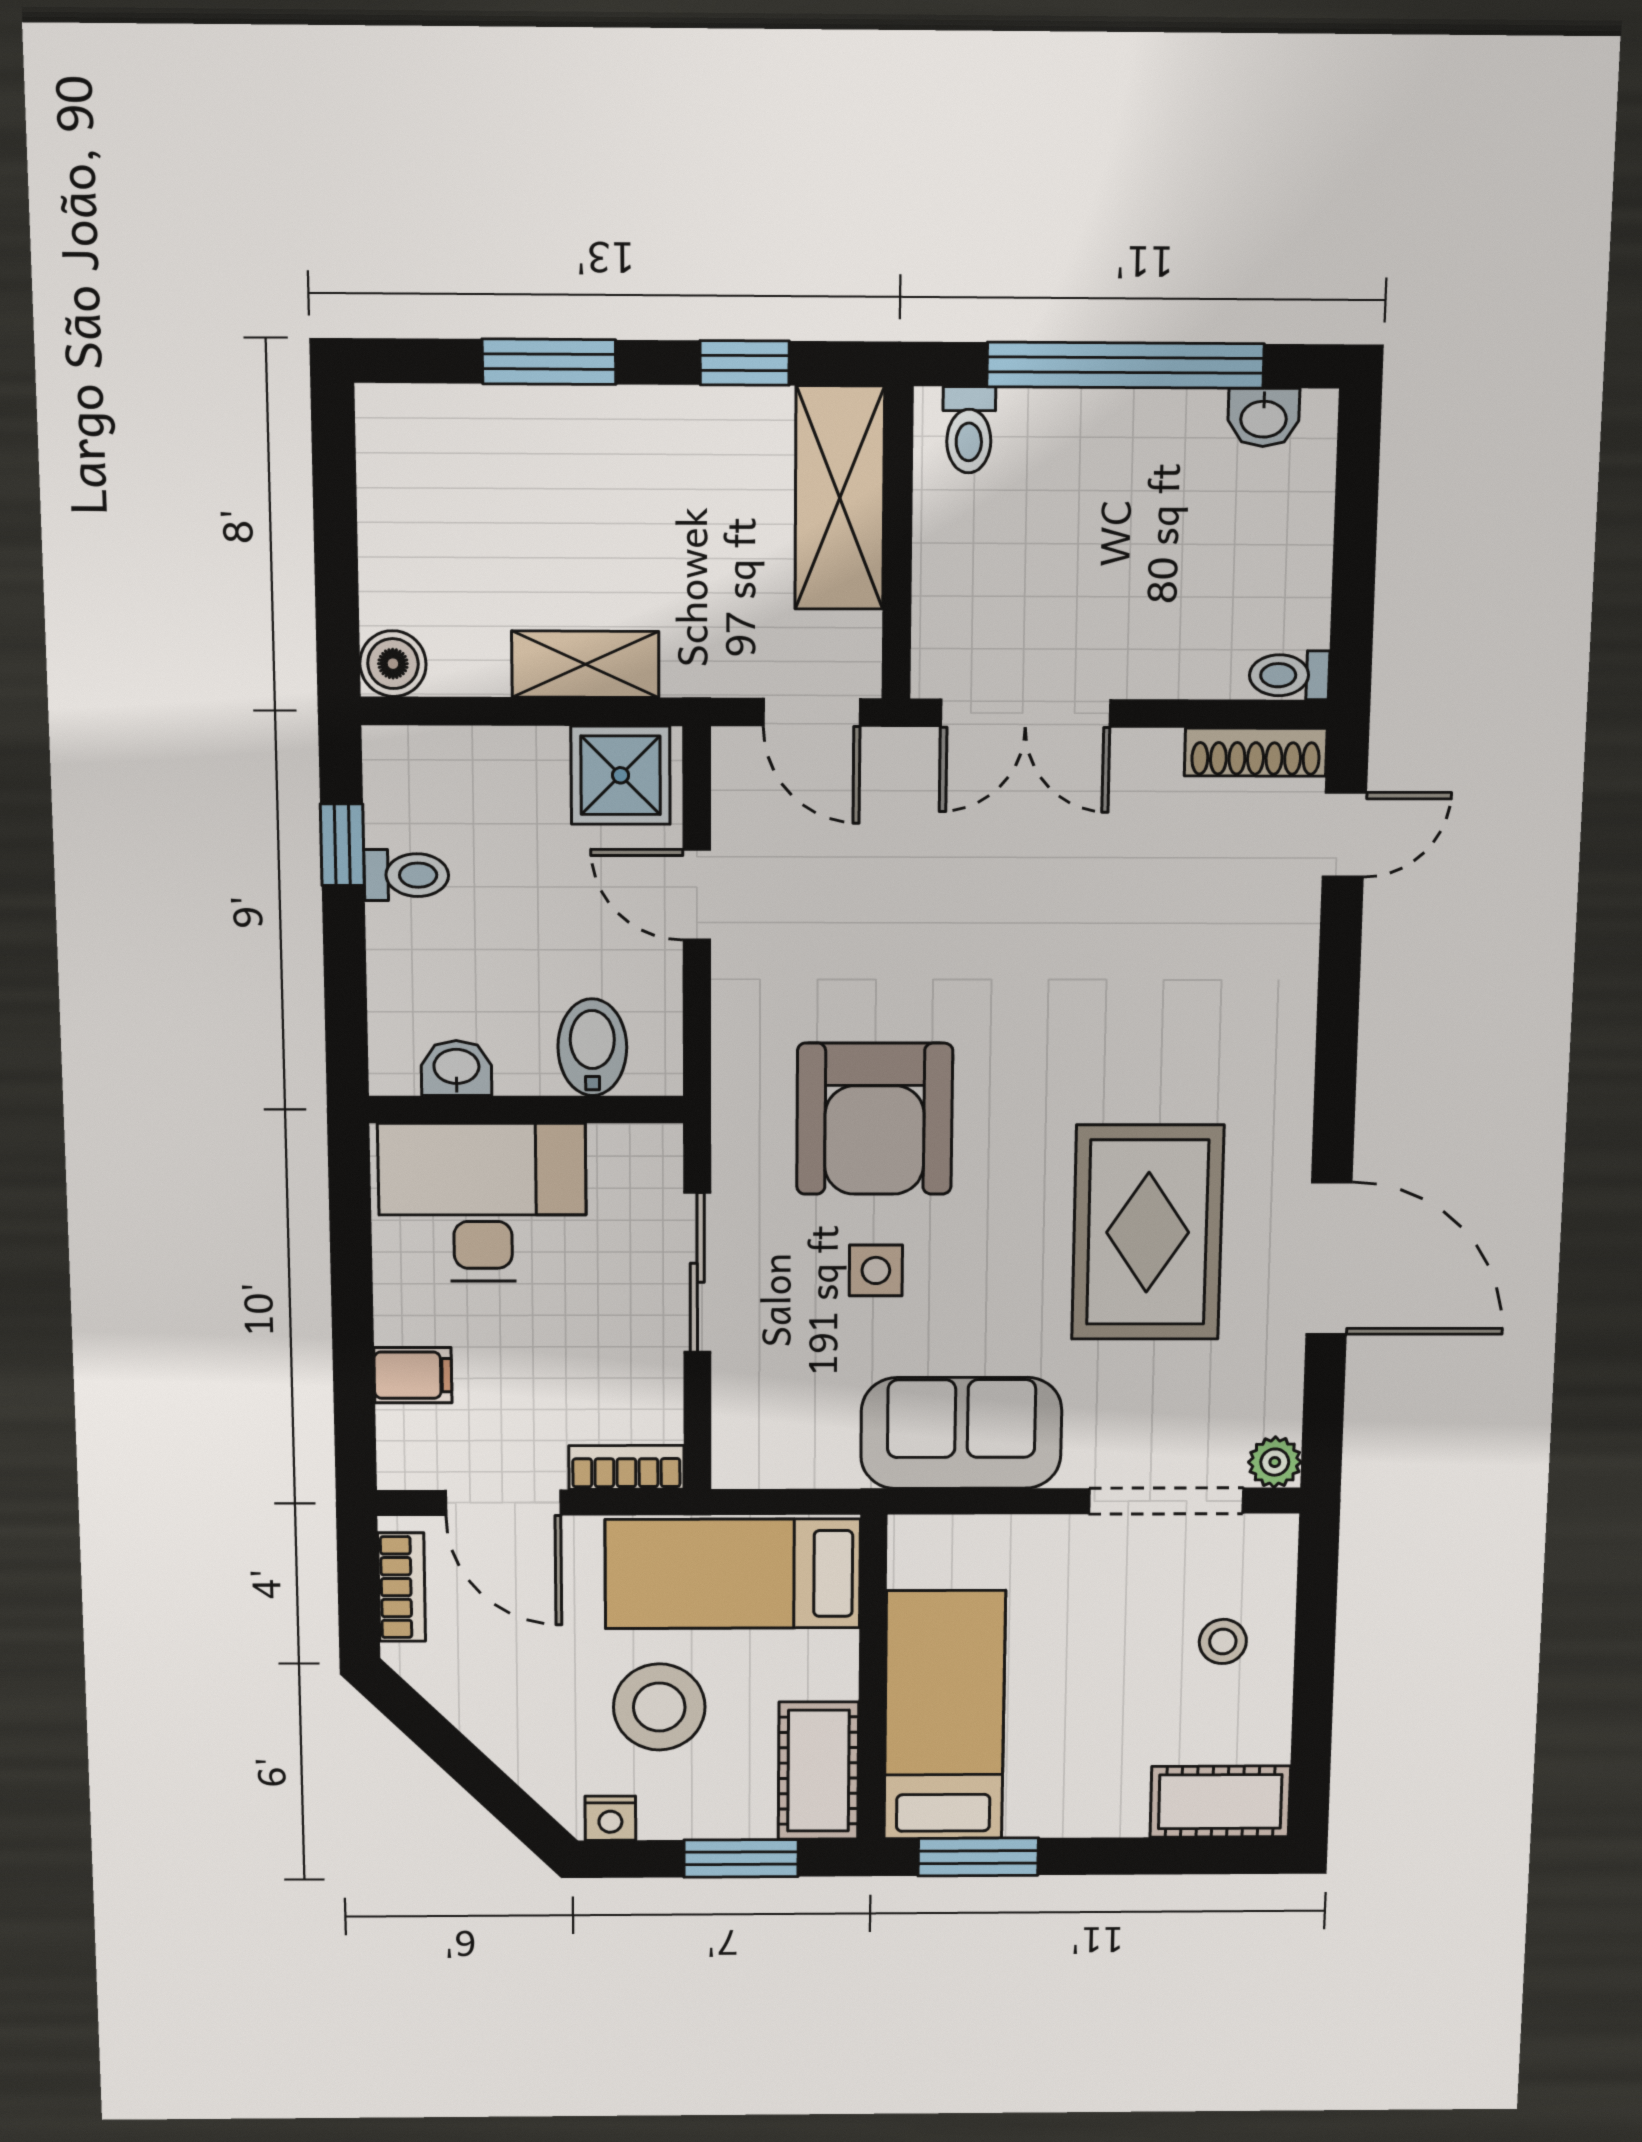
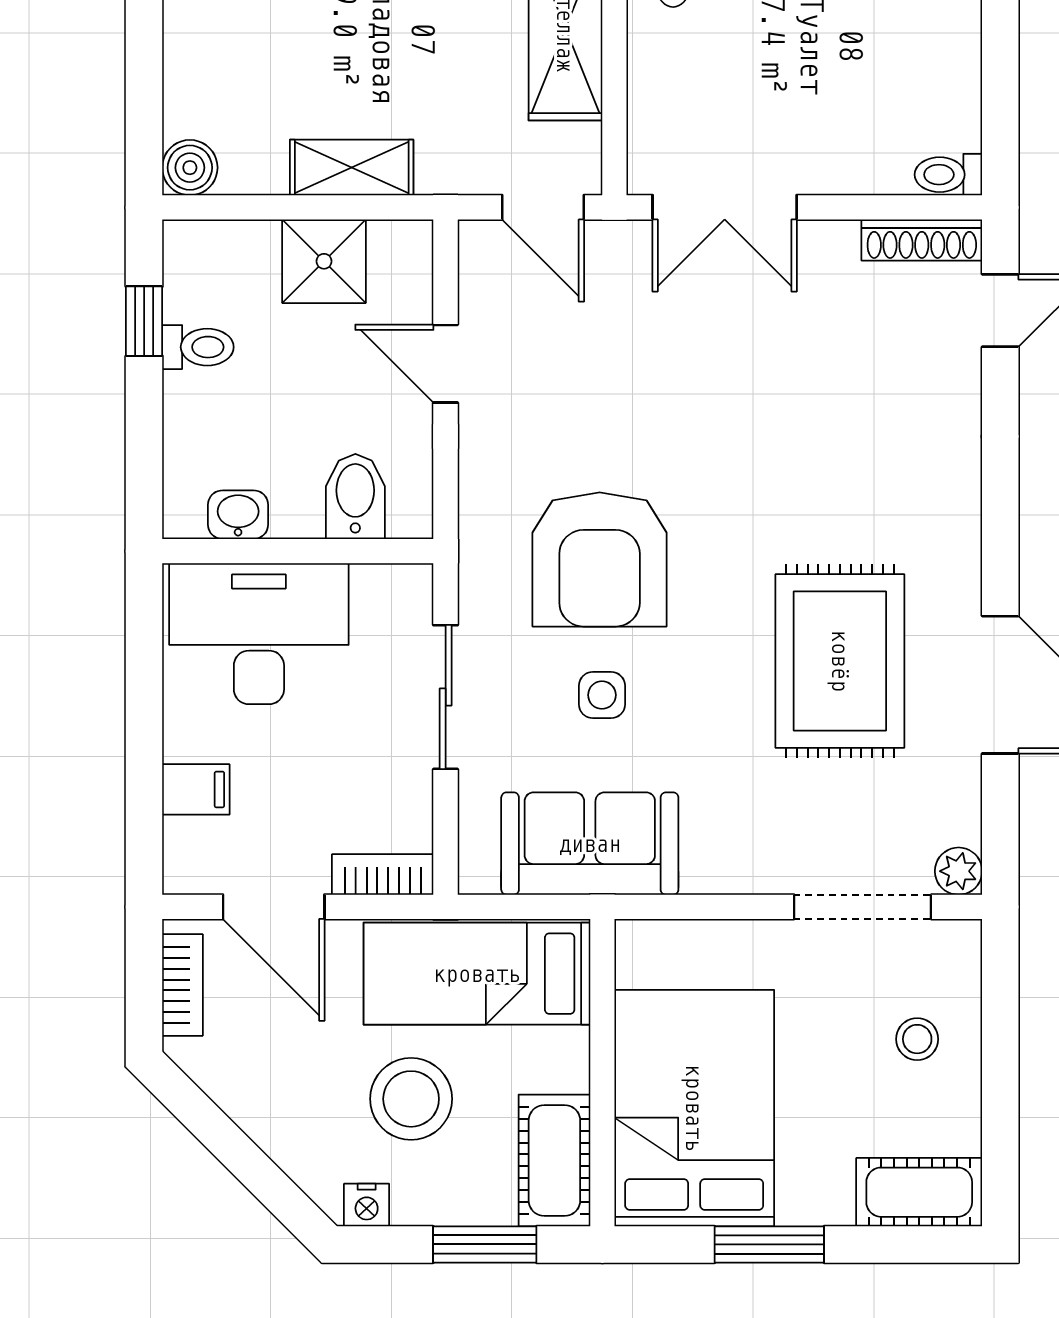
shower: (621, 775) -> (324, 261), moved
sofa: (961, 1433) -> (590, 844), moved
bed: (944, 1715) -> (694, 1108), width x1.50
window: (978, 1857) -> (769, 1244), moved

